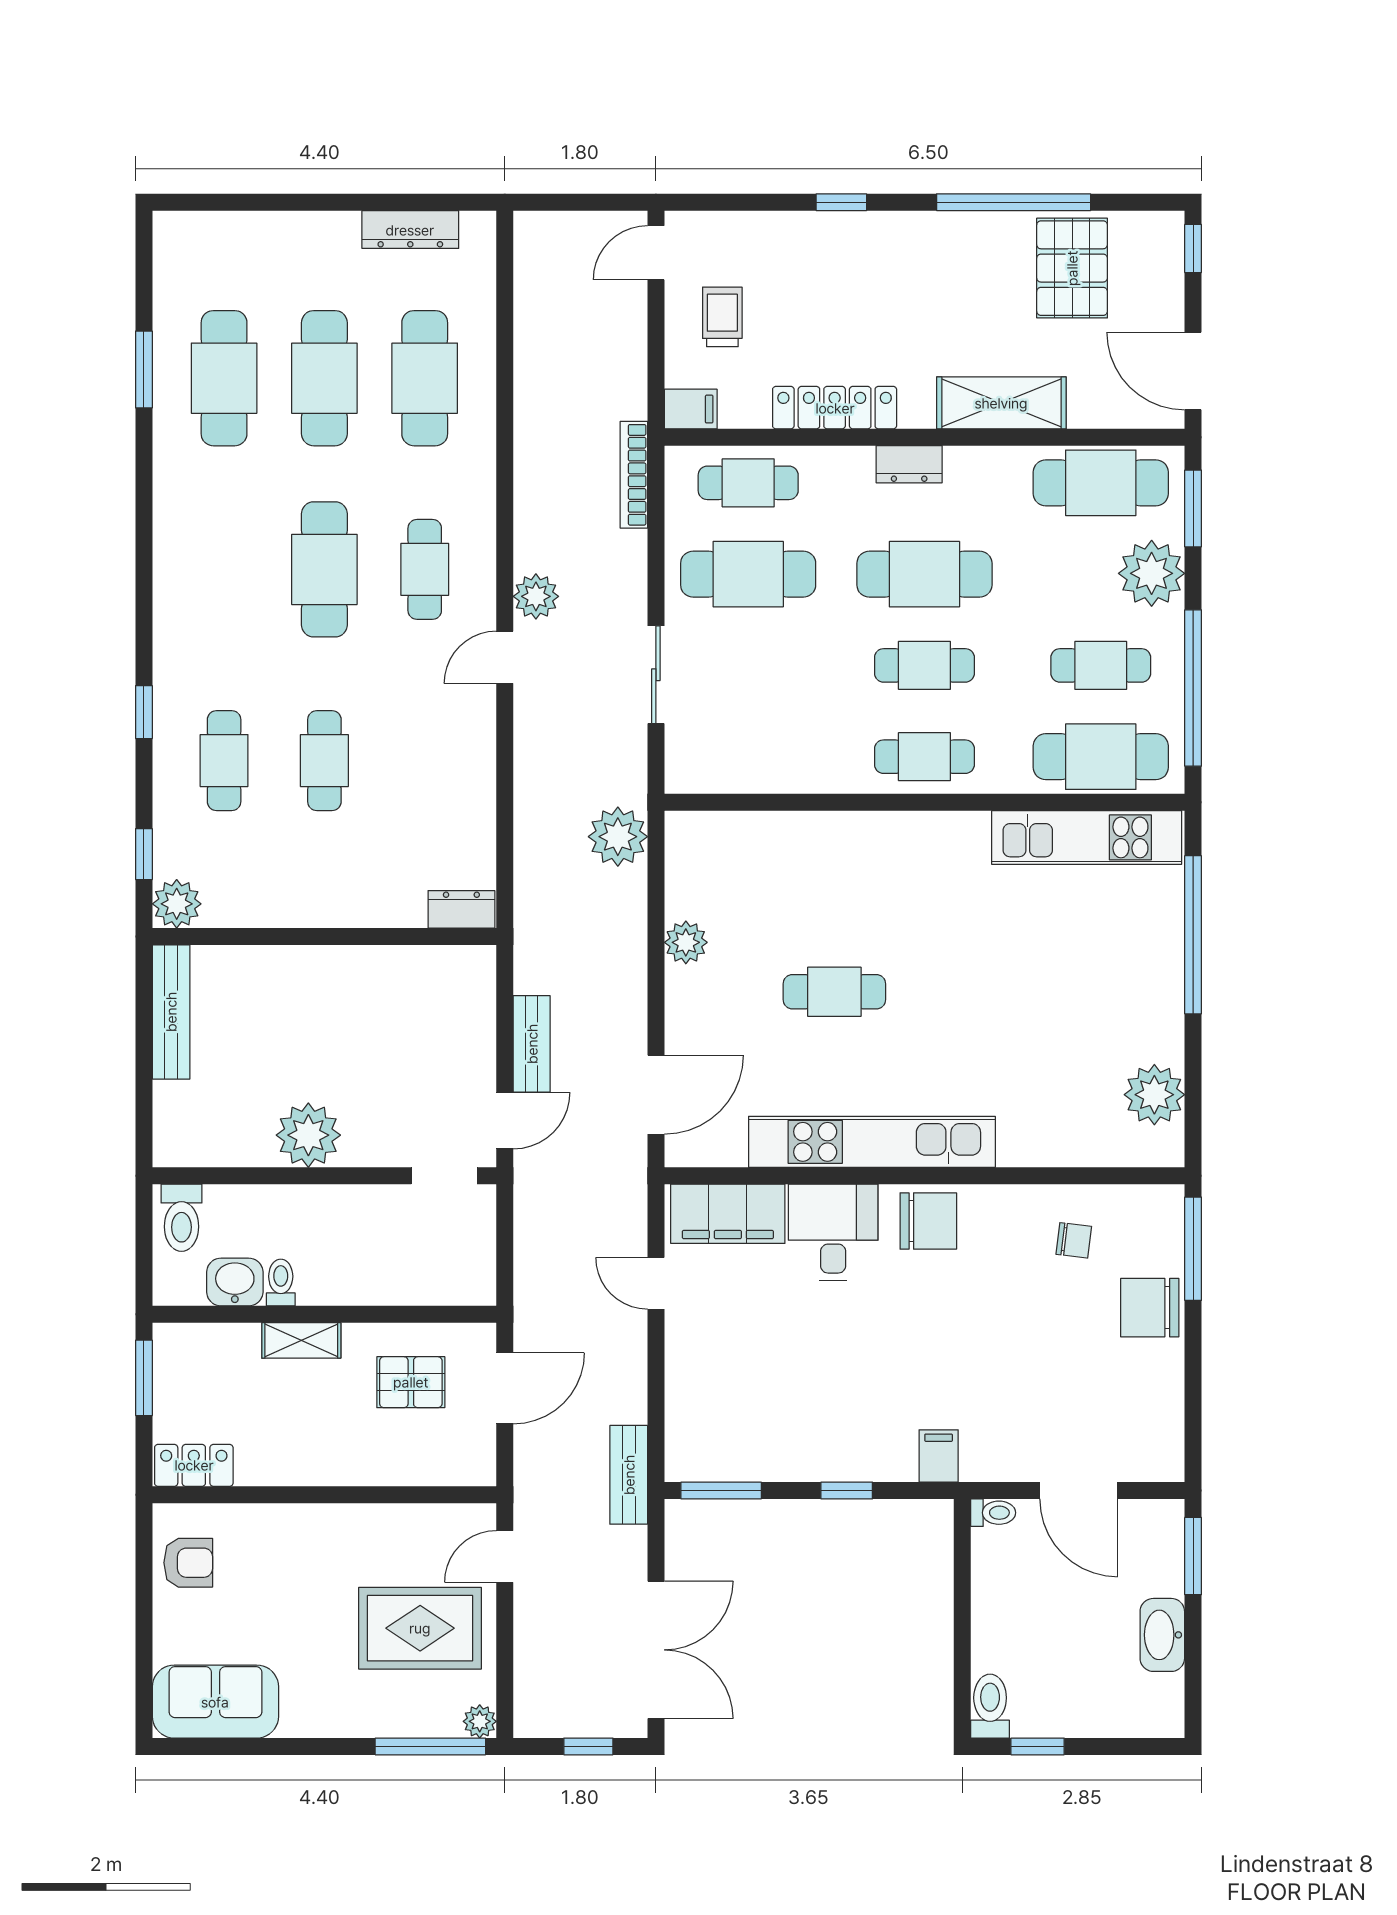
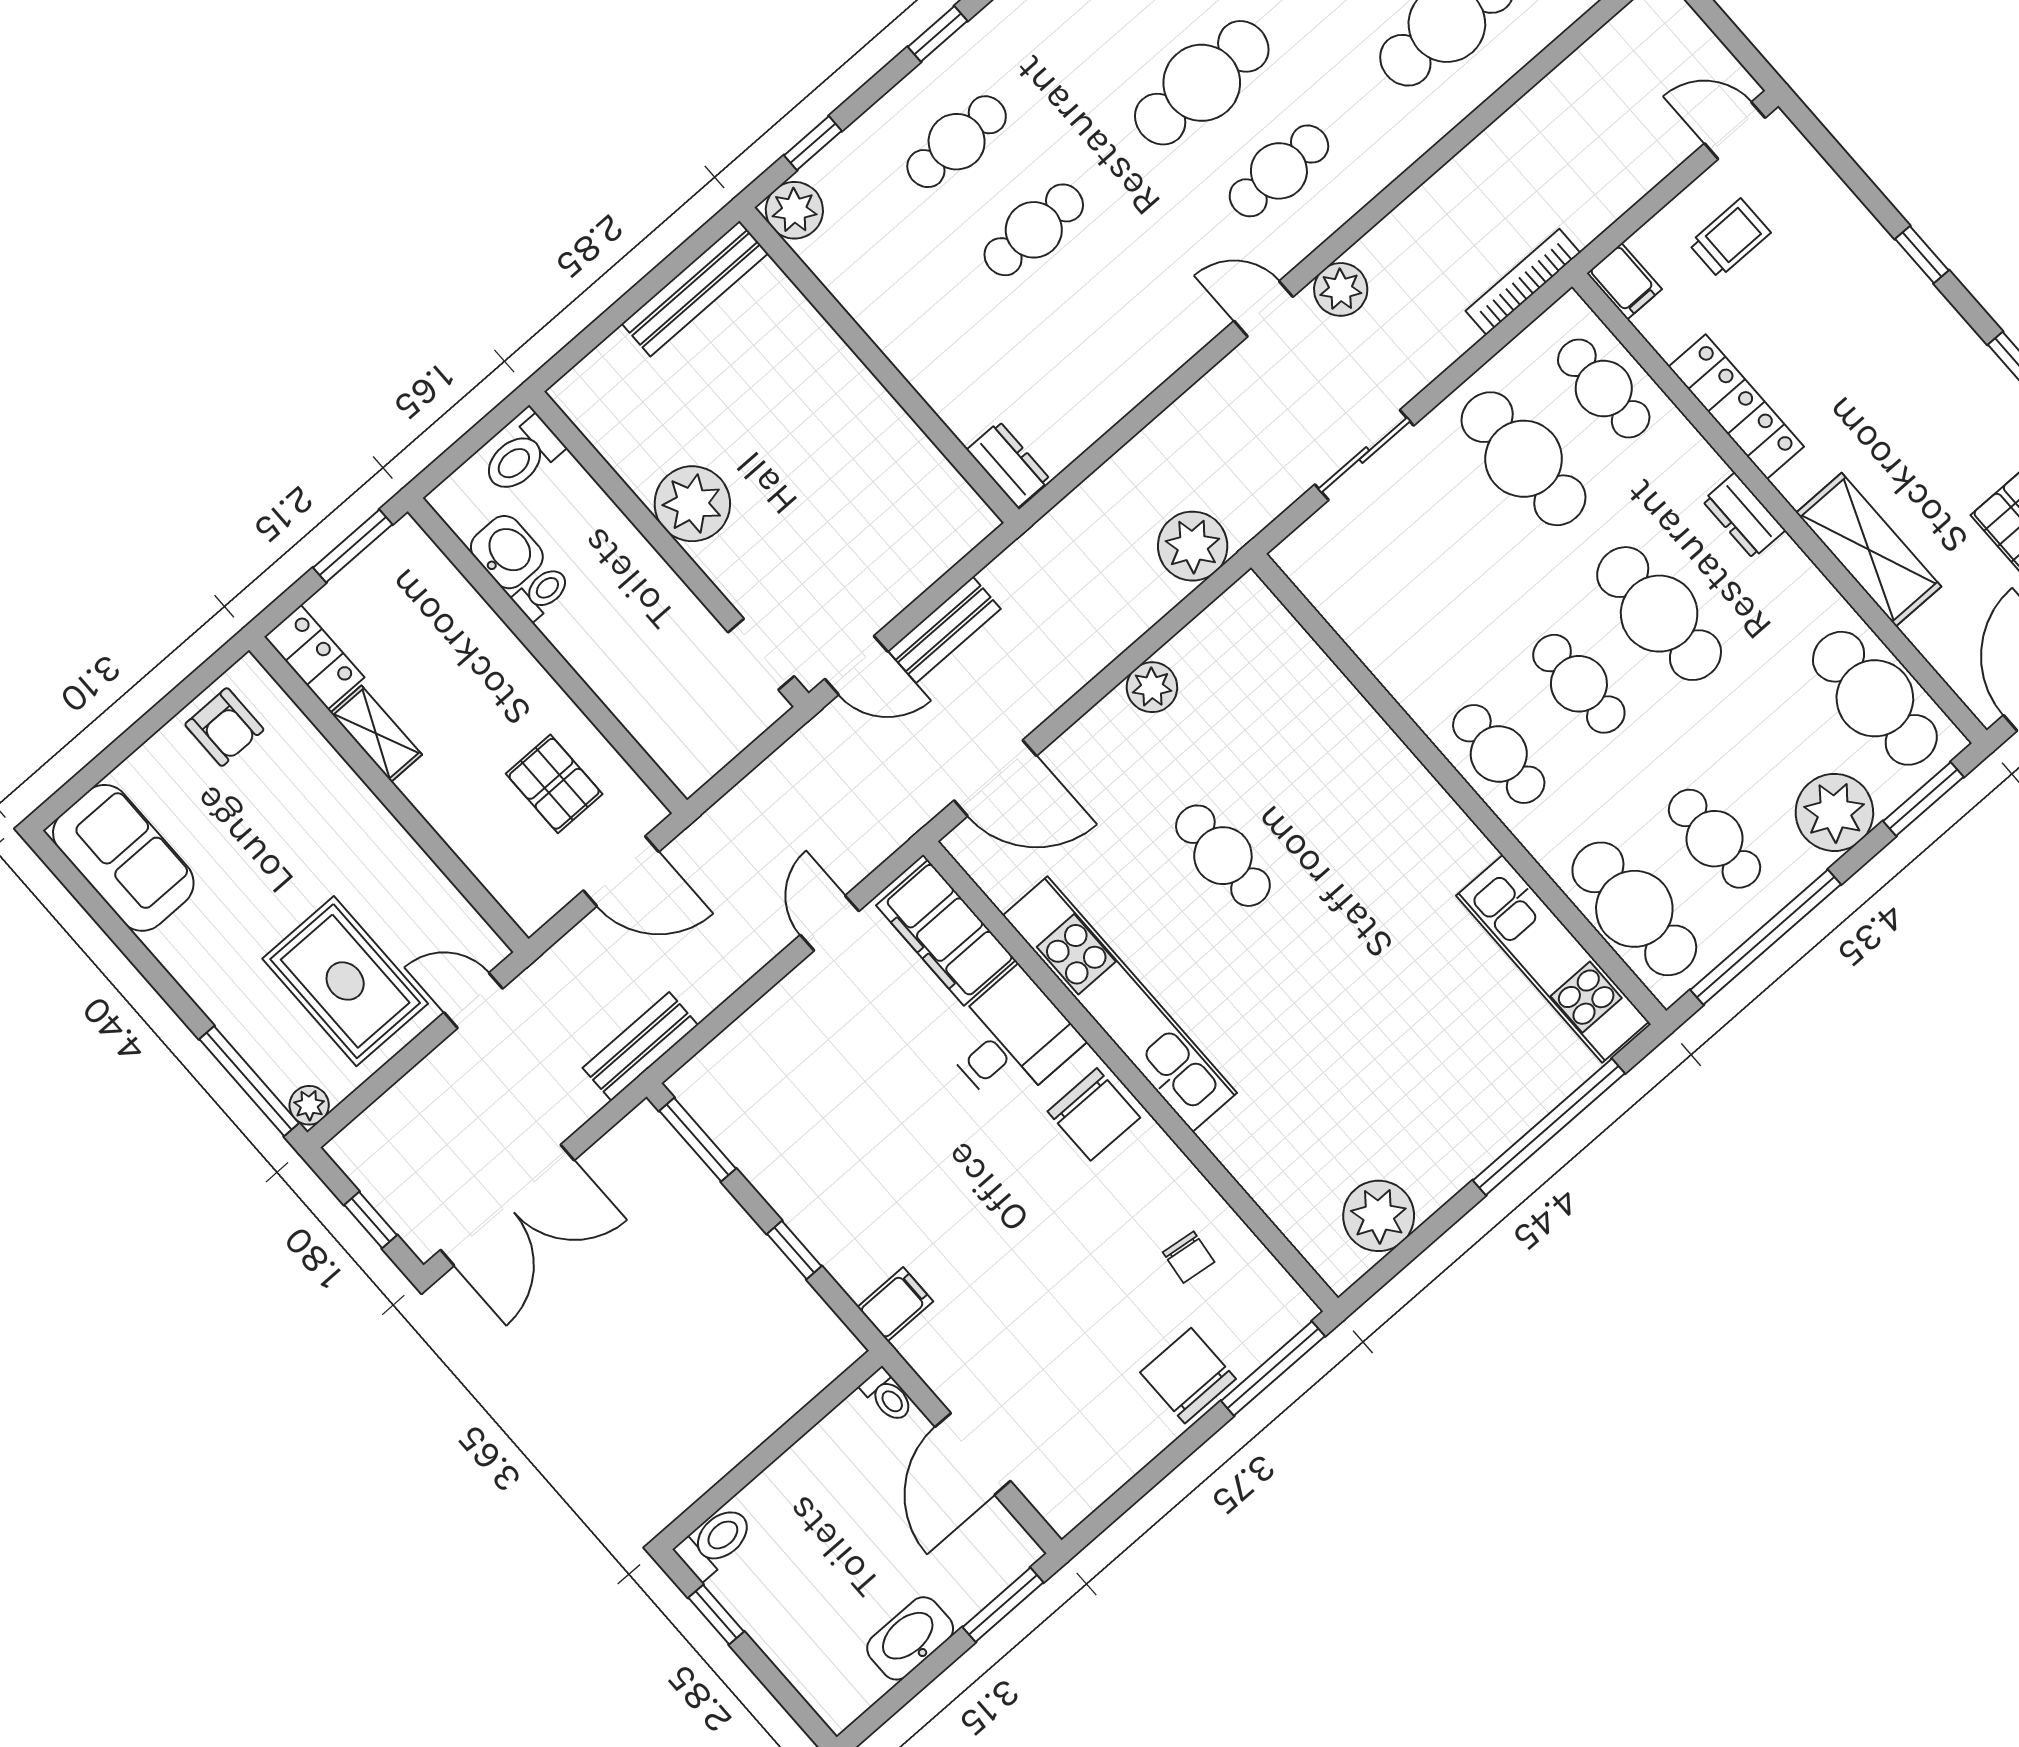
shelving: (301, 1340) -> (376, 734), moved

